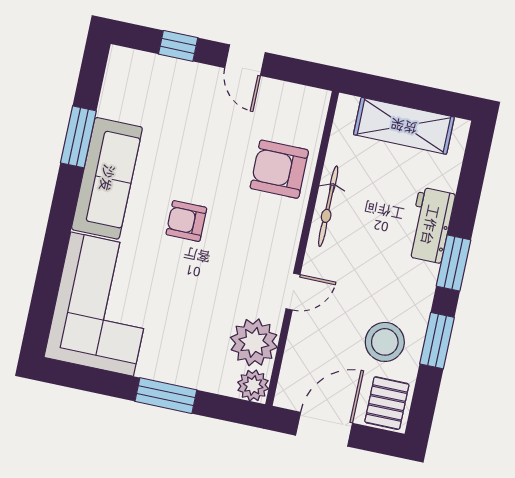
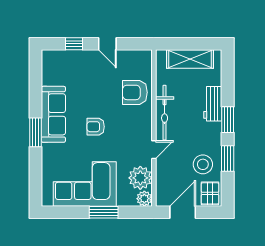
window: (78, 137) -> (36, 132), moved
bicycle: (328, 206) -> (165, 113), width x1.37, depth x1.40
corner sofa: (102, 304) -> (85, 184), moved, turned -90

